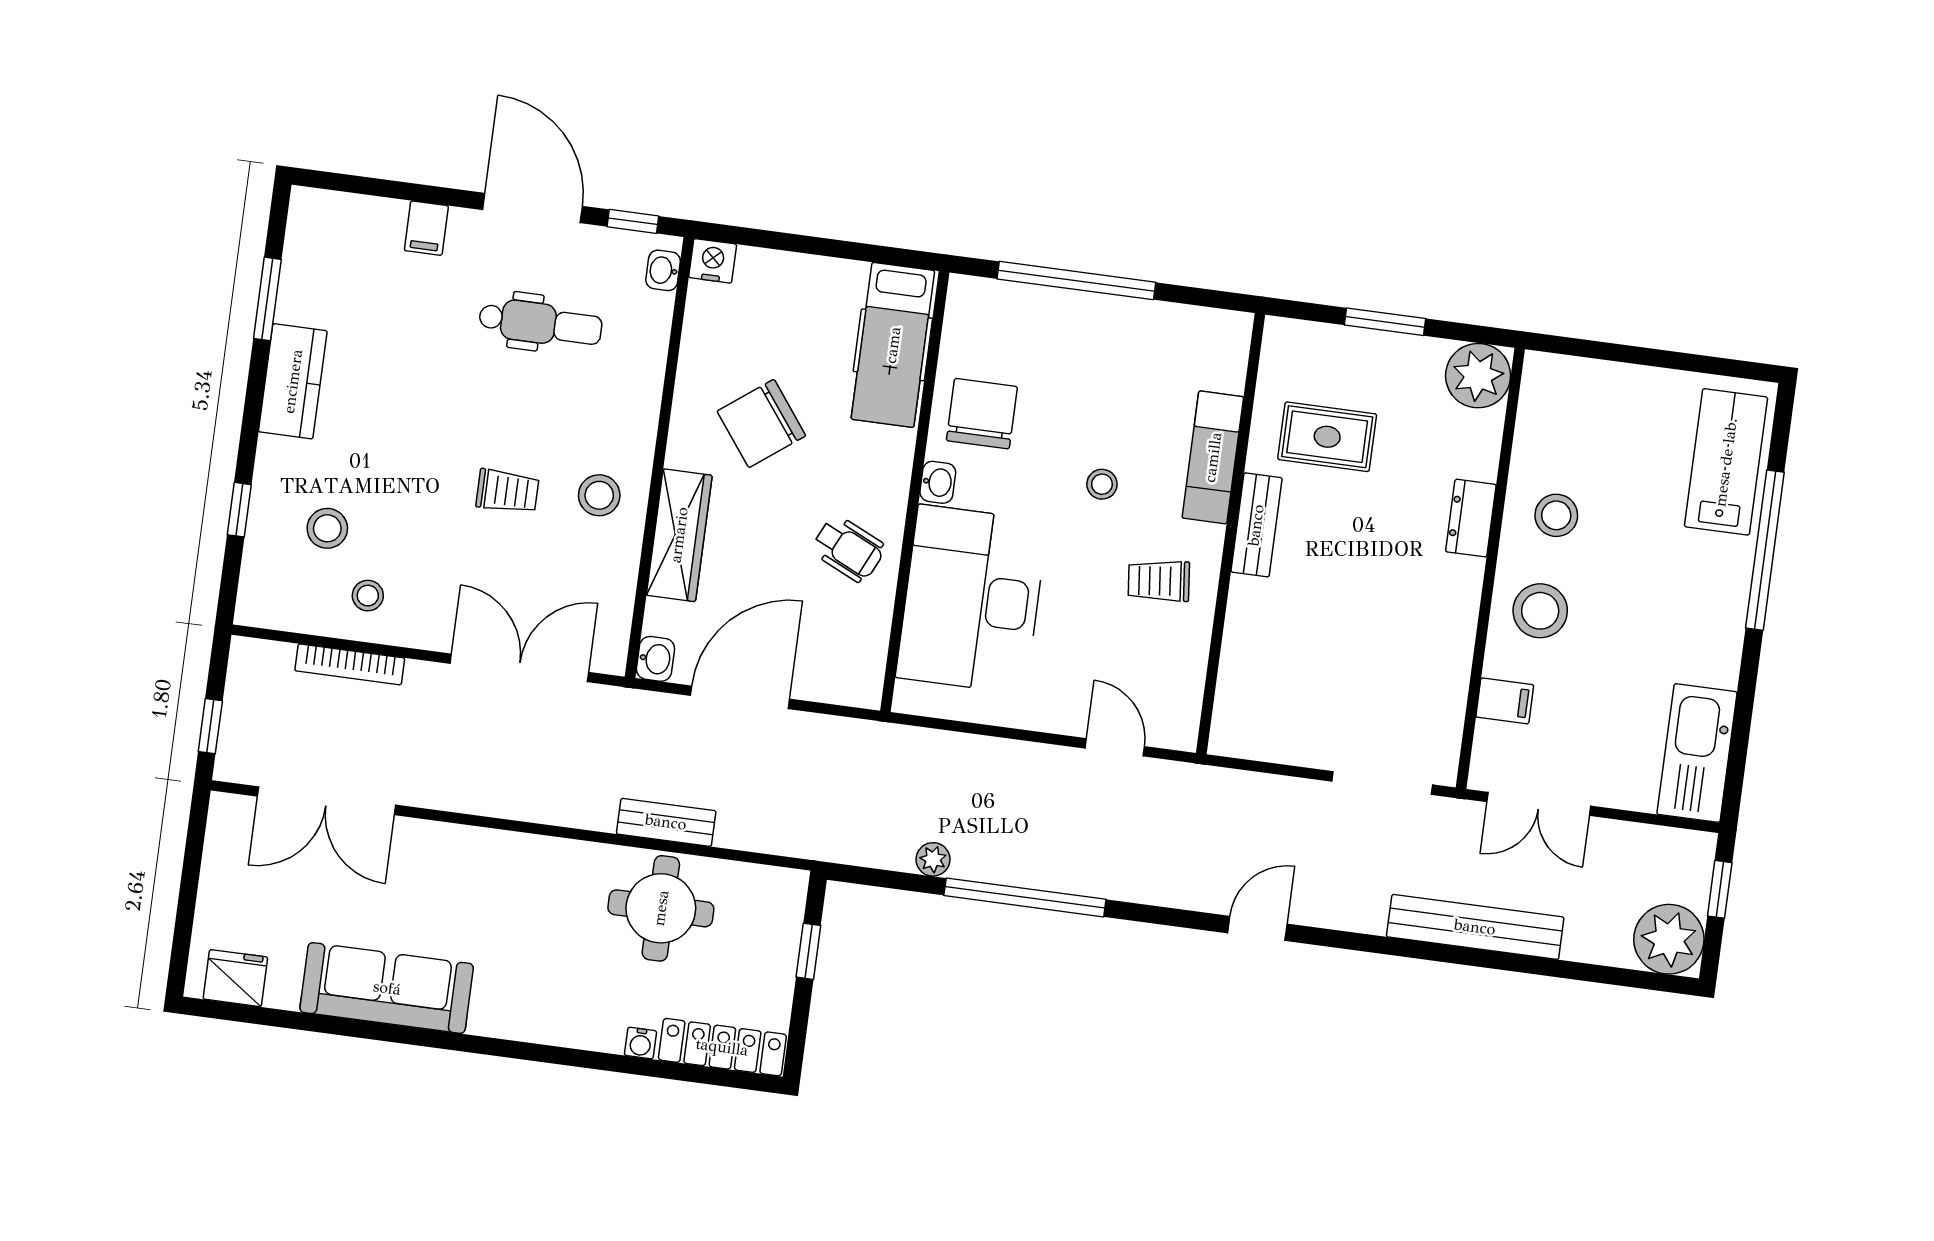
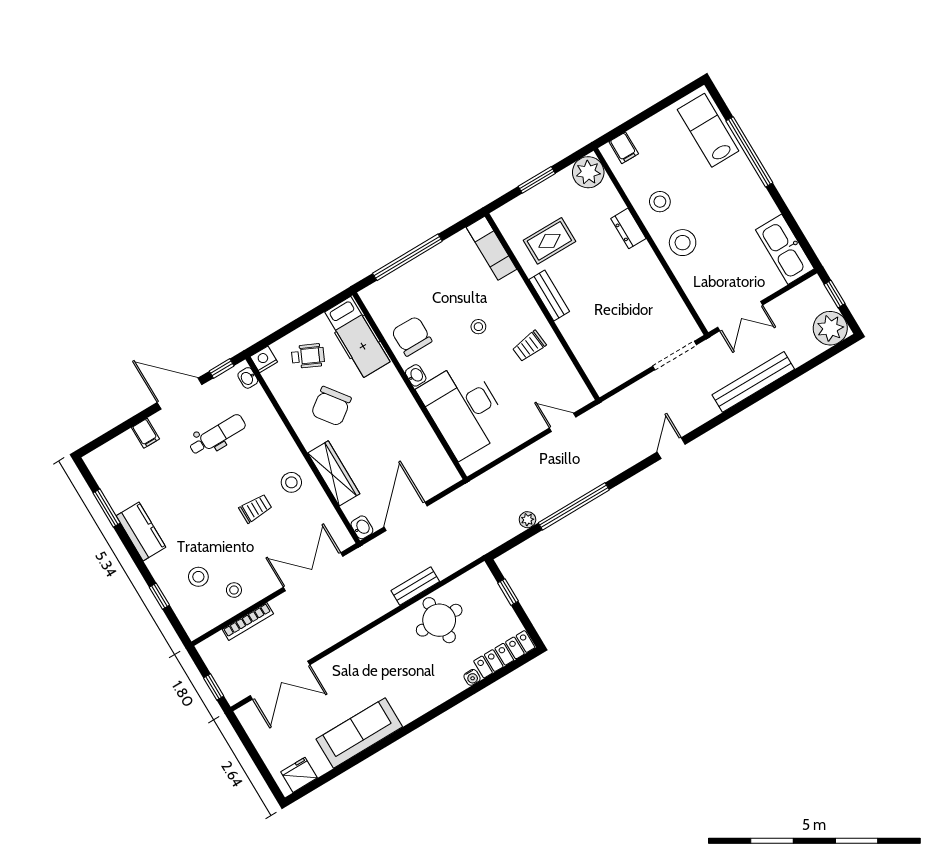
exam couch: (1213, 457) -> (491, 248), moved
wheelchair: (848, 549) -> (308, 356), moved
filing cabinet: (1505, 701) -> (624, 148), moved, turned 90

